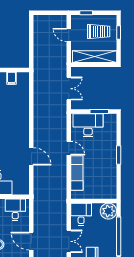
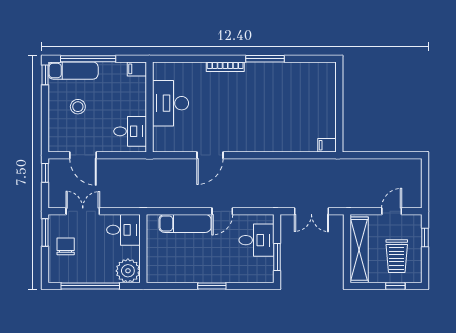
filing cabinet: (11, 78) -> (327, 145), moved
desk: (88, 125) -> (256, 240), width x0.73
door: (31, 241) -> (83, 155), swing flipped
double door: (69, 241) -> (83, 211), swing flipped

